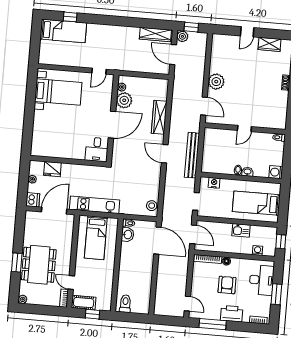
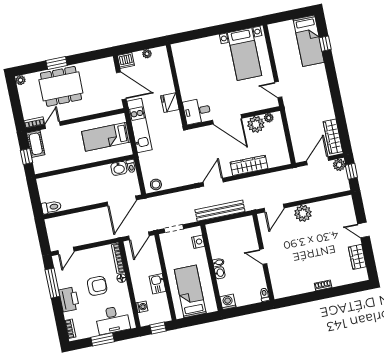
fridge: (52, 169) -> (170, 103), moved
toilet: (125, 304) -> (51, 207), moved

